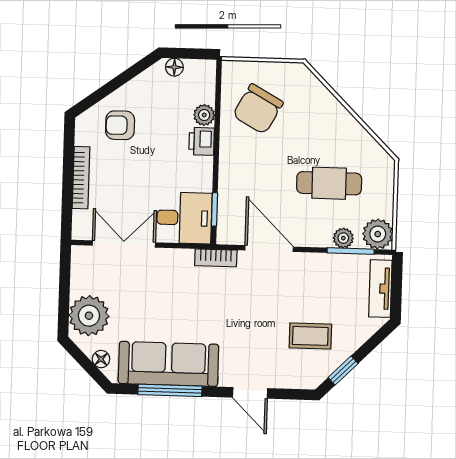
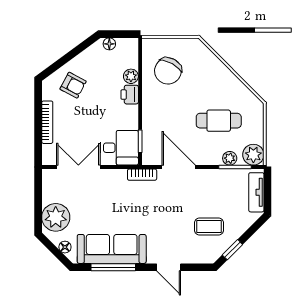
armchair: (120, 125) -> (73, 85), turned -152

